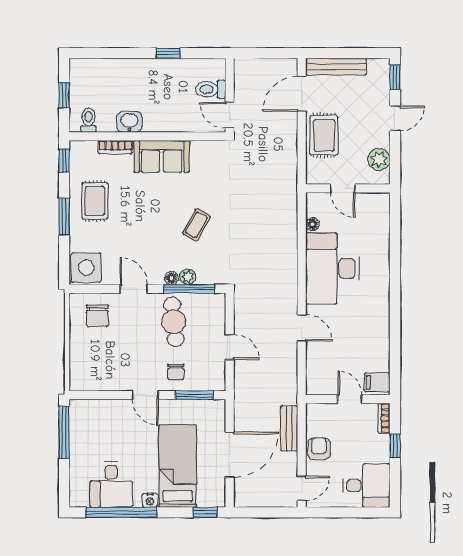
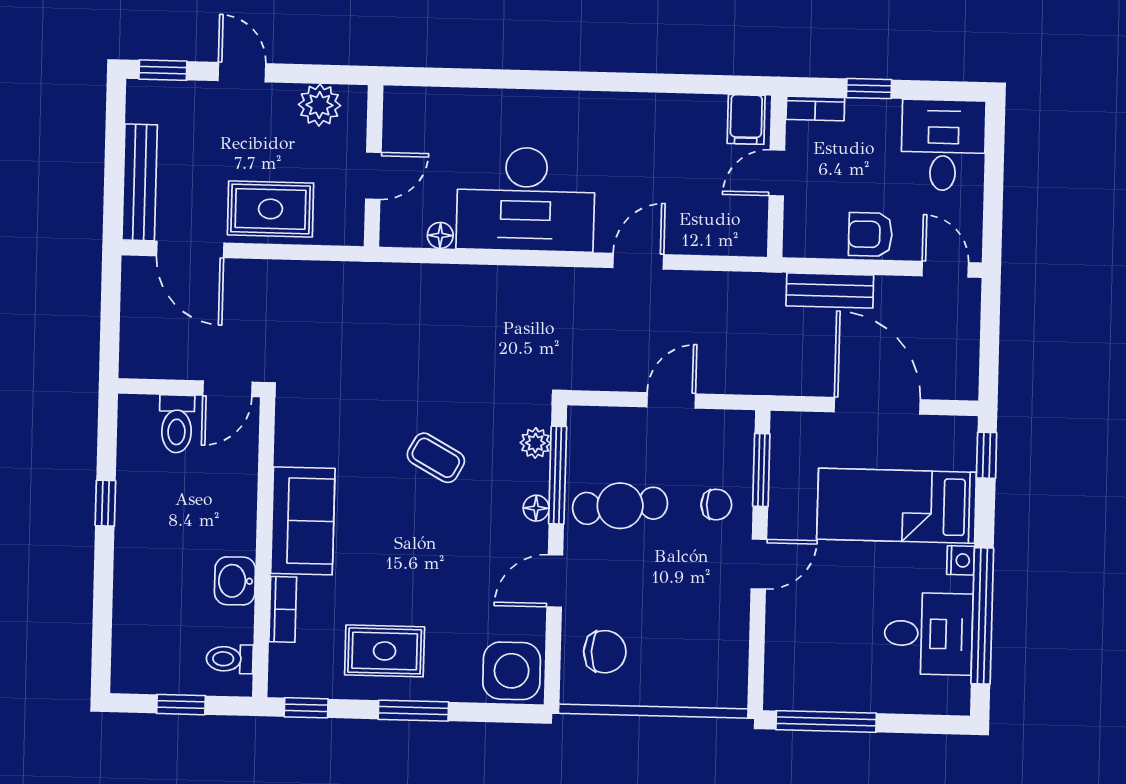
plant: (188, 277) -> (535, 443), moved

